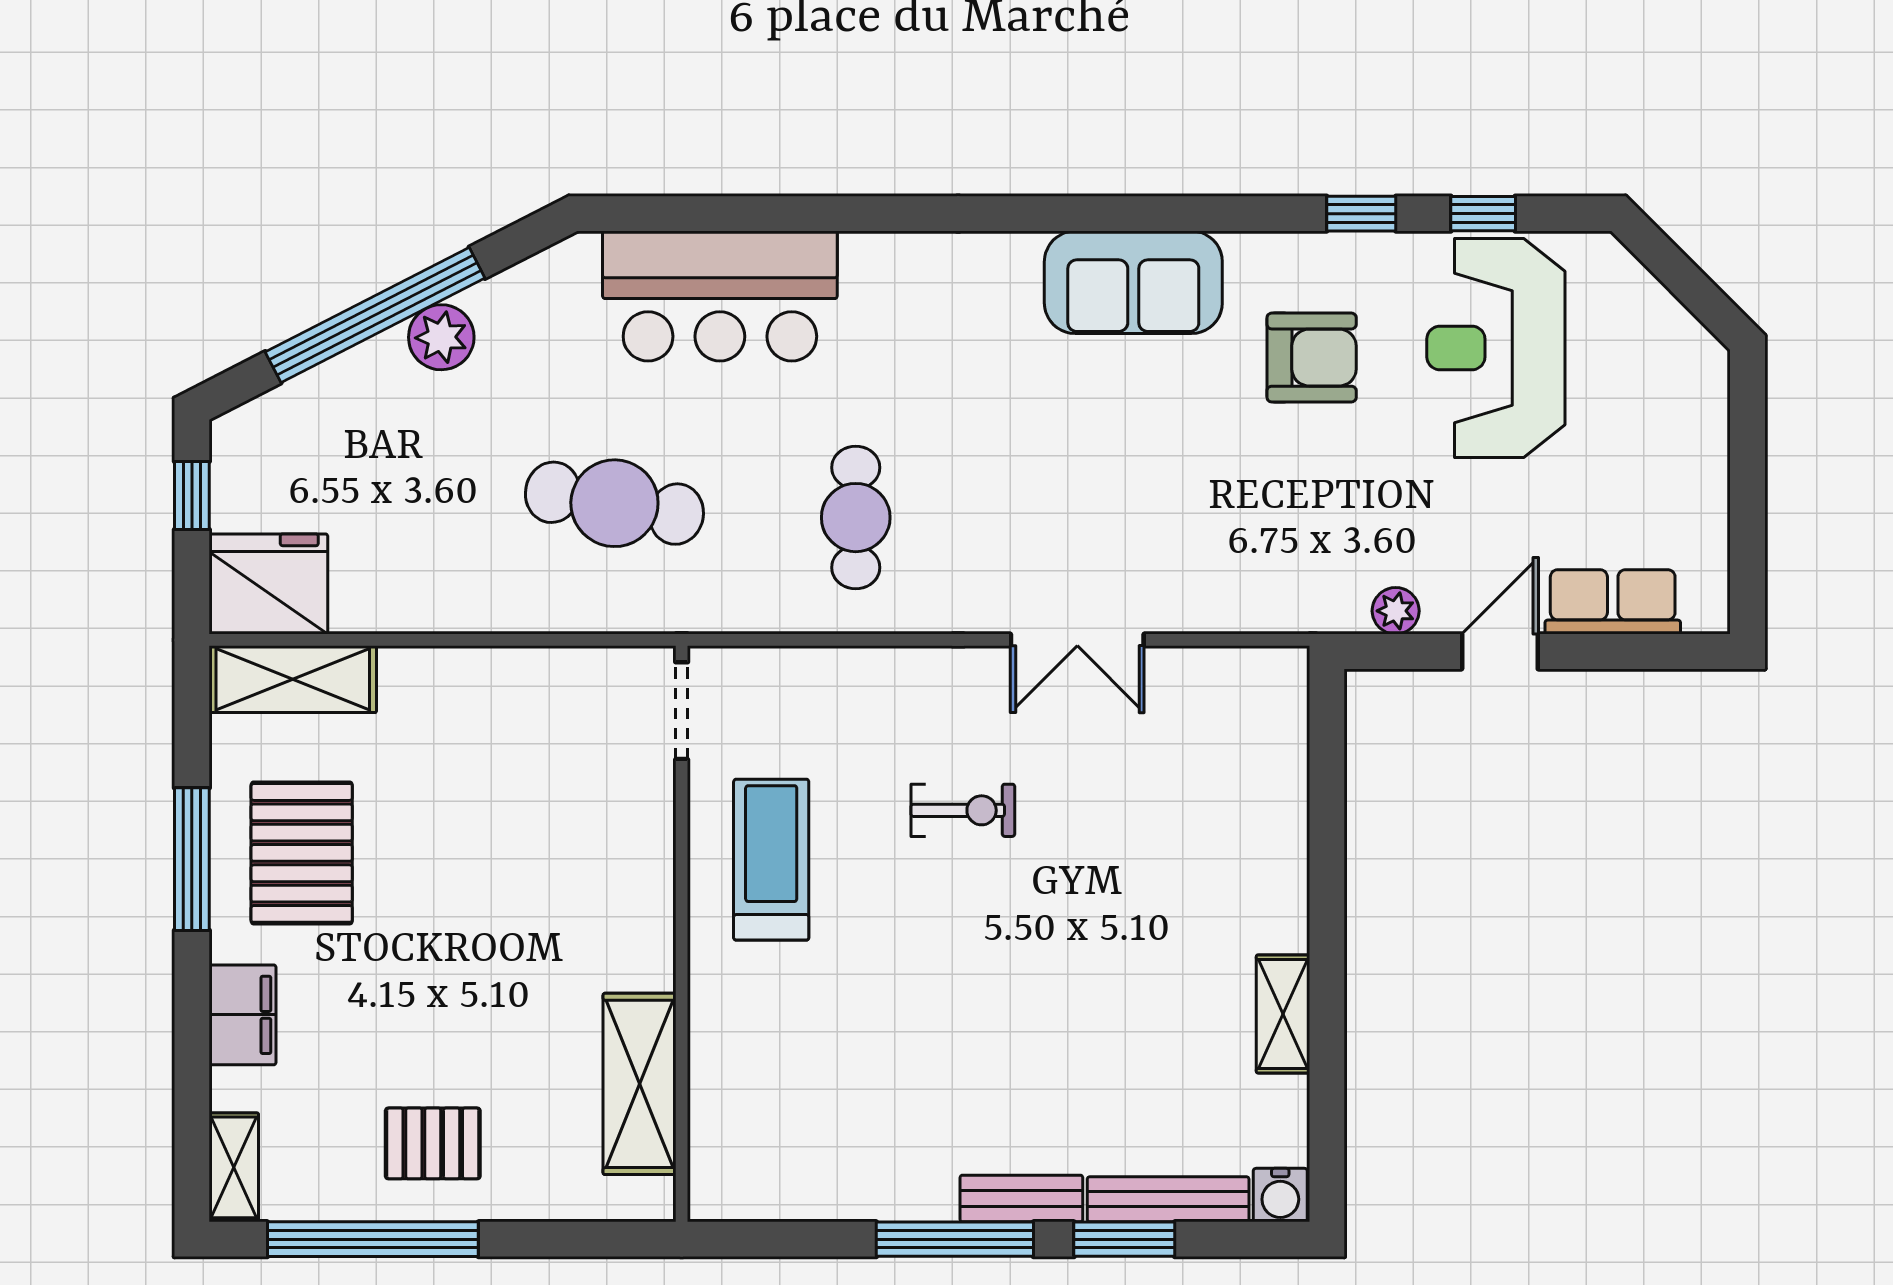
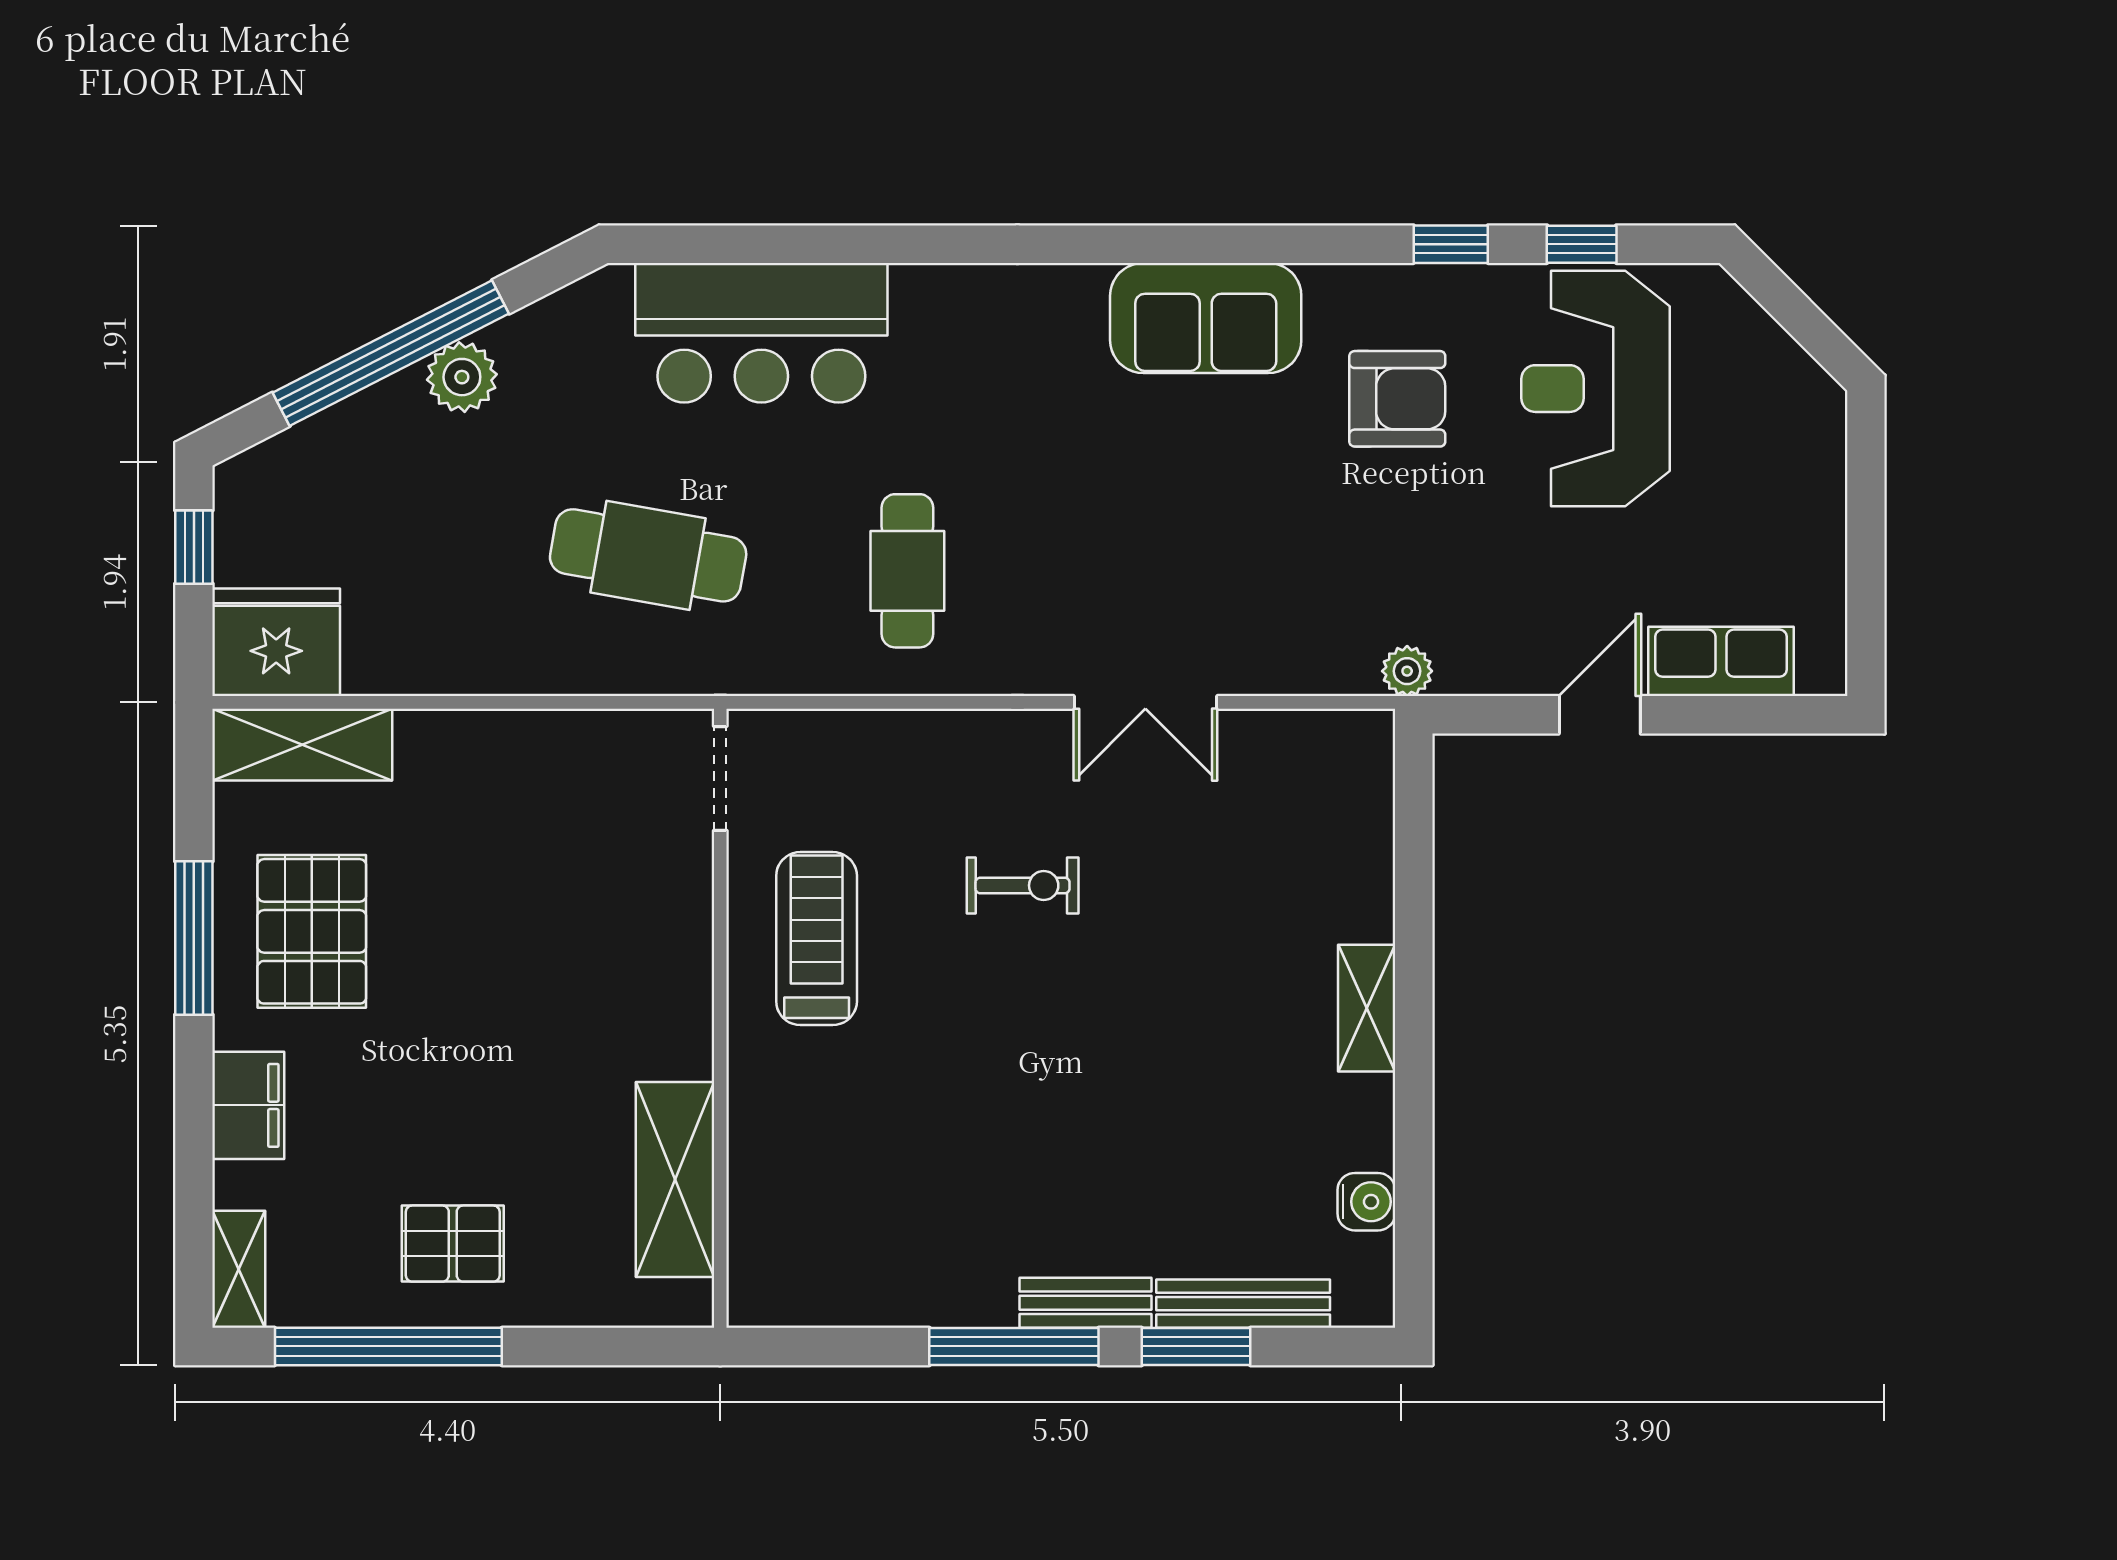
plant: (1396, 611) -> (1407, 671), moved
shelving: (1283, 1014) -> (1367, 1008), moved
water cooler: (1280, 1195) -> (1366, 1202), moved, turned -90

